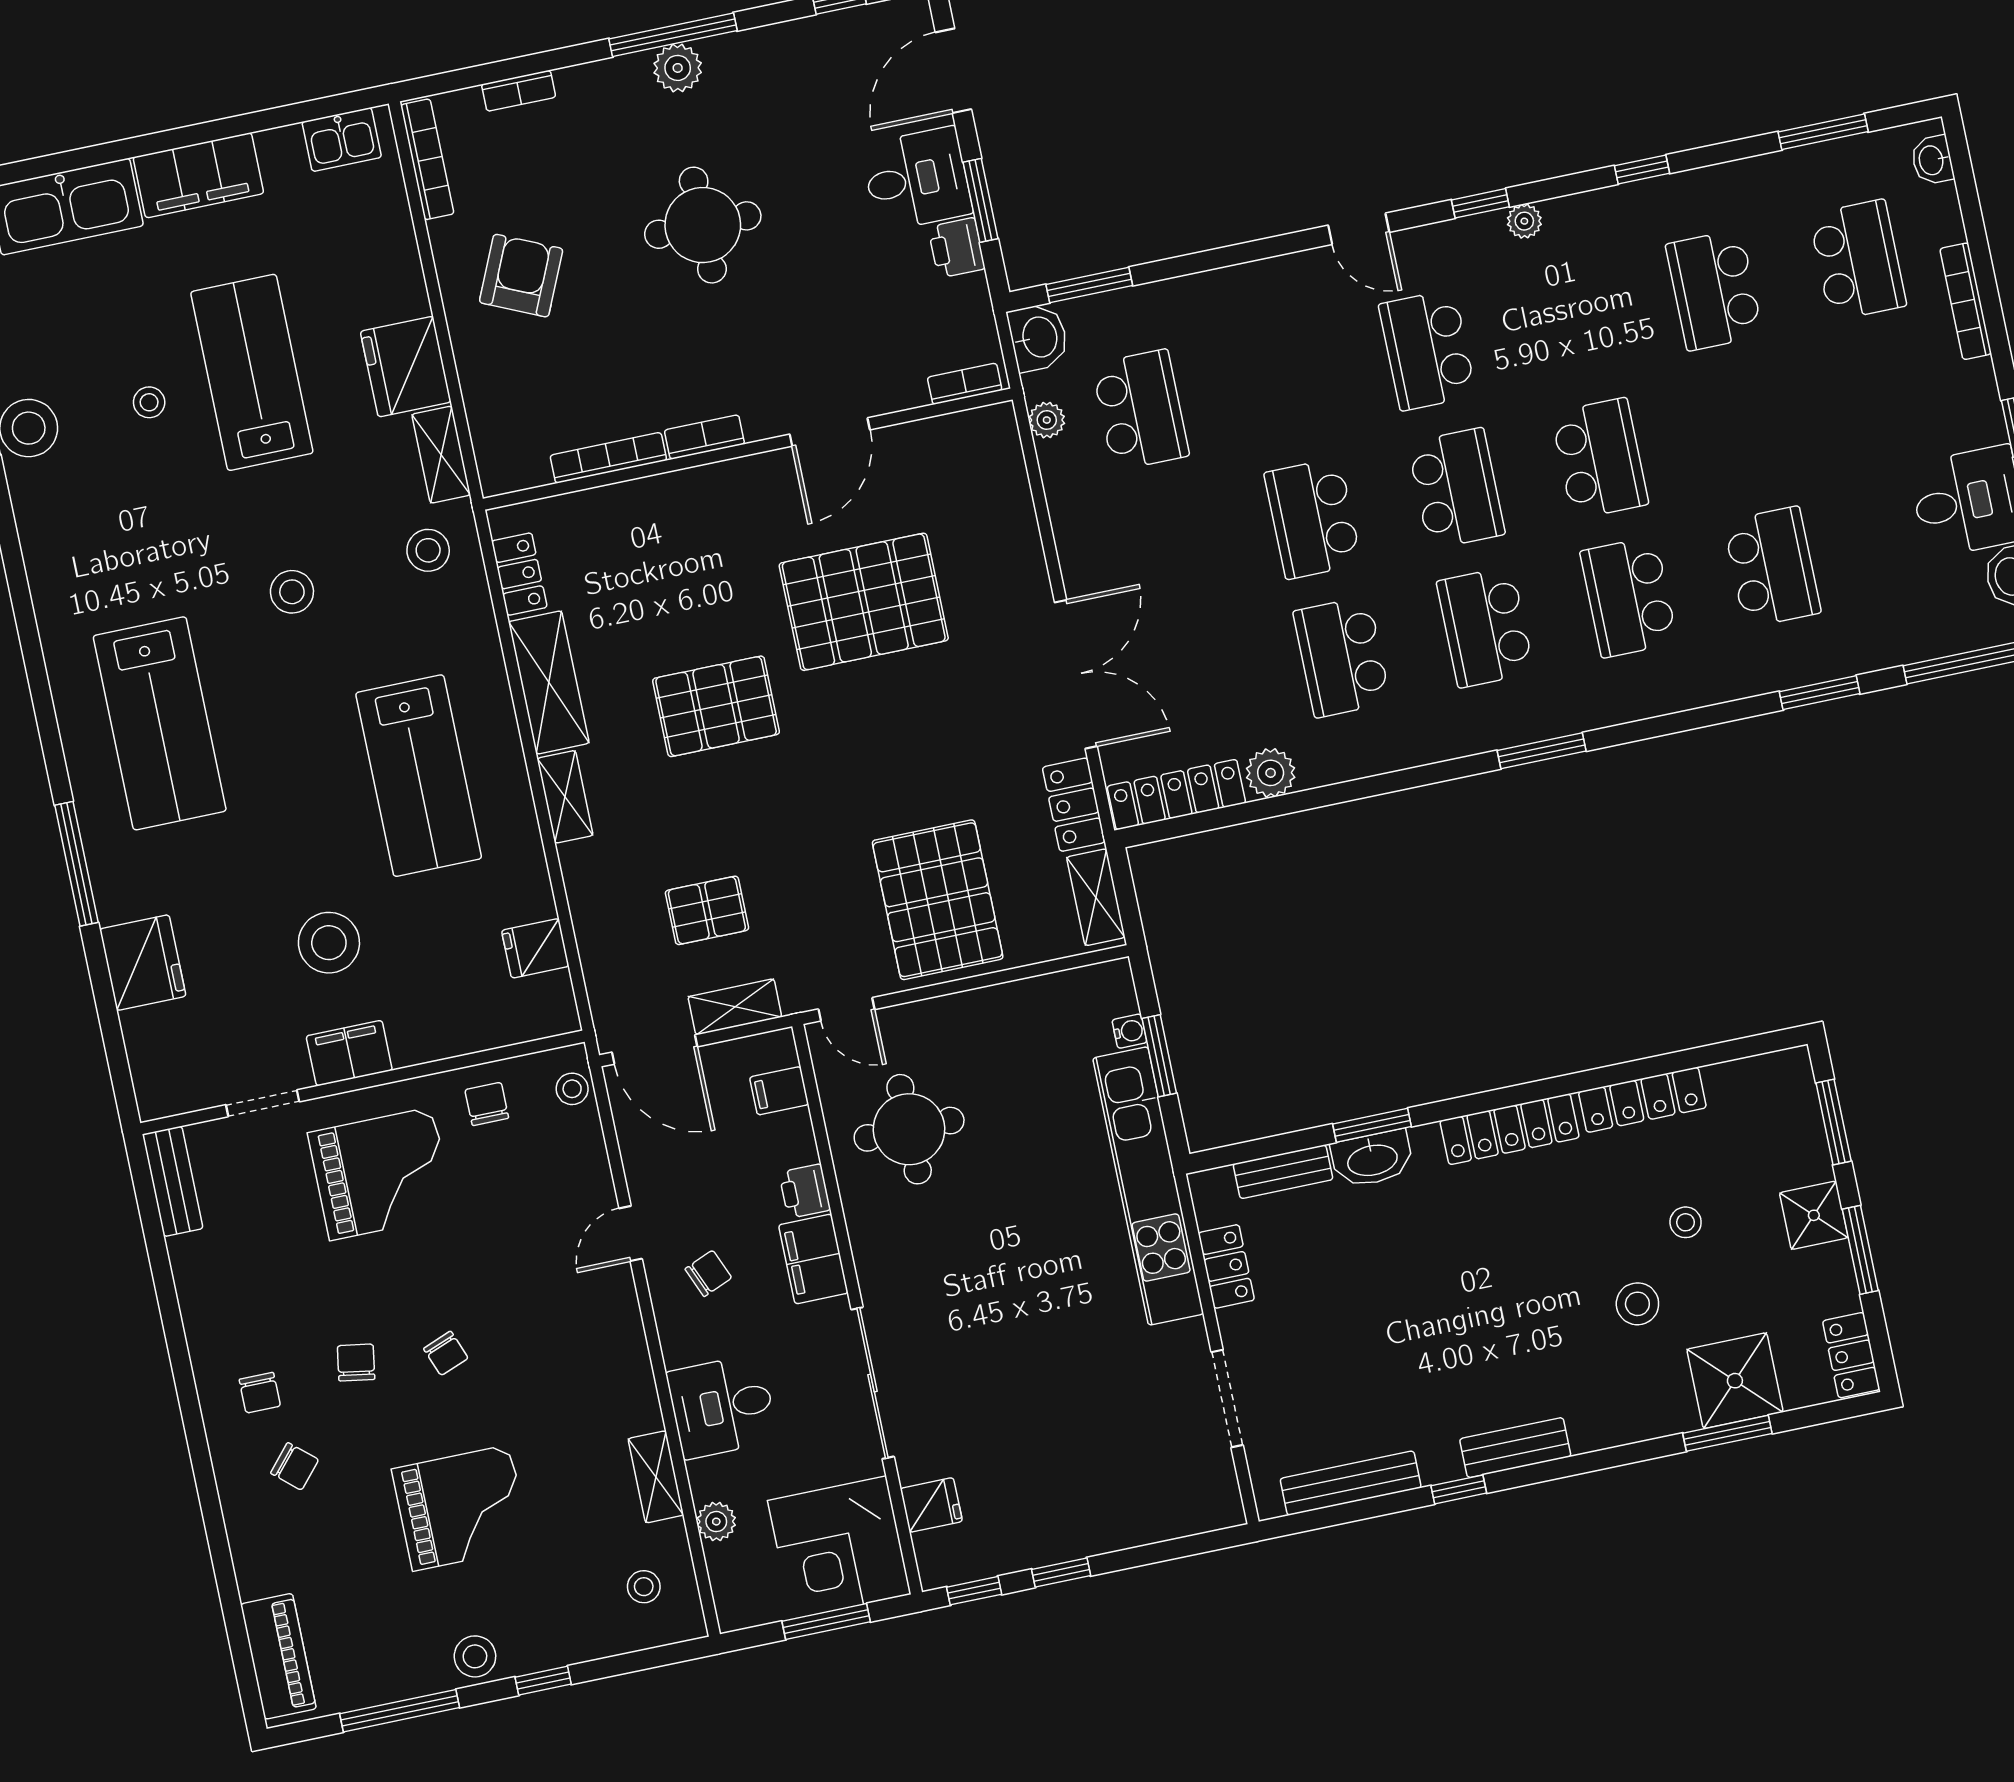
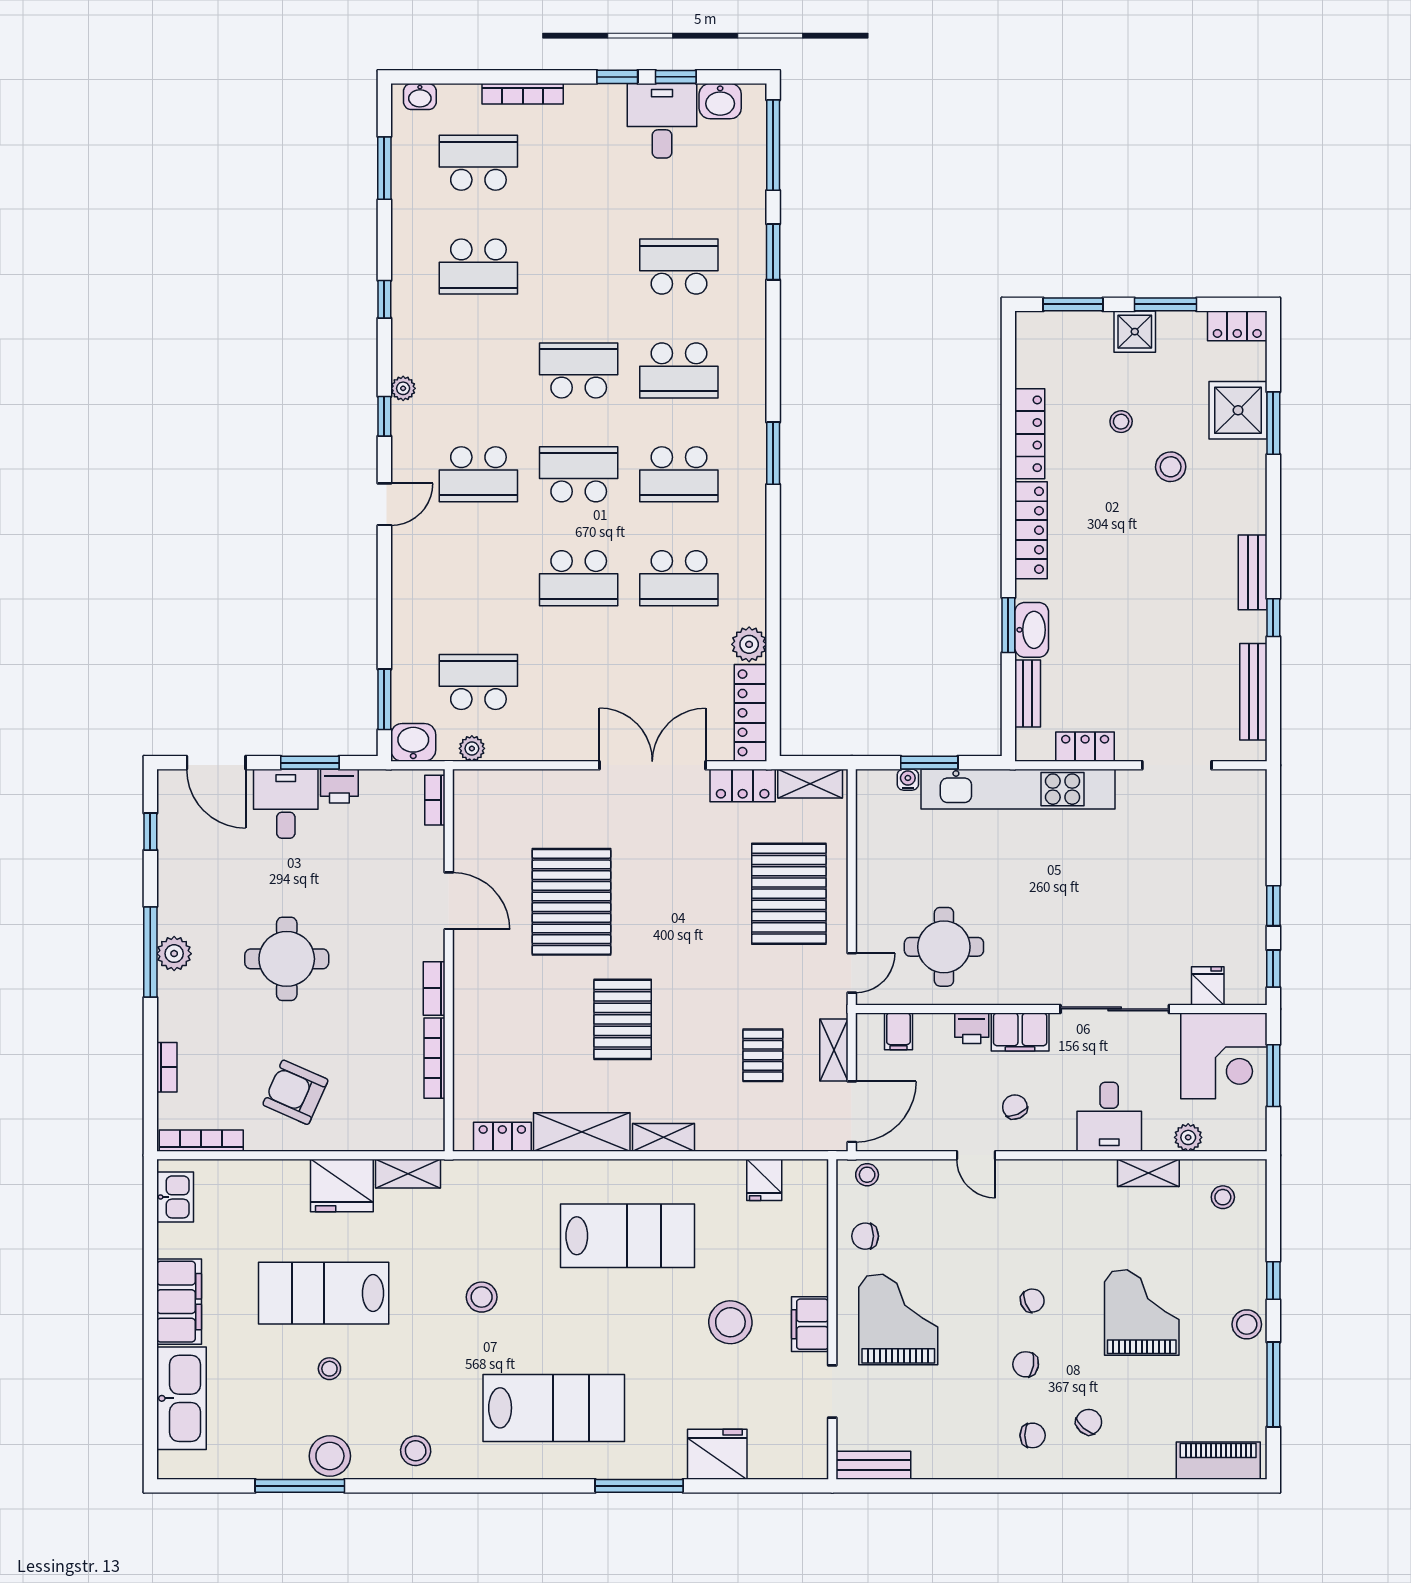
stool: (428, 550) -> (416, 1451), moved
pallet: (938, 900) -> (789, 894), turned 90

